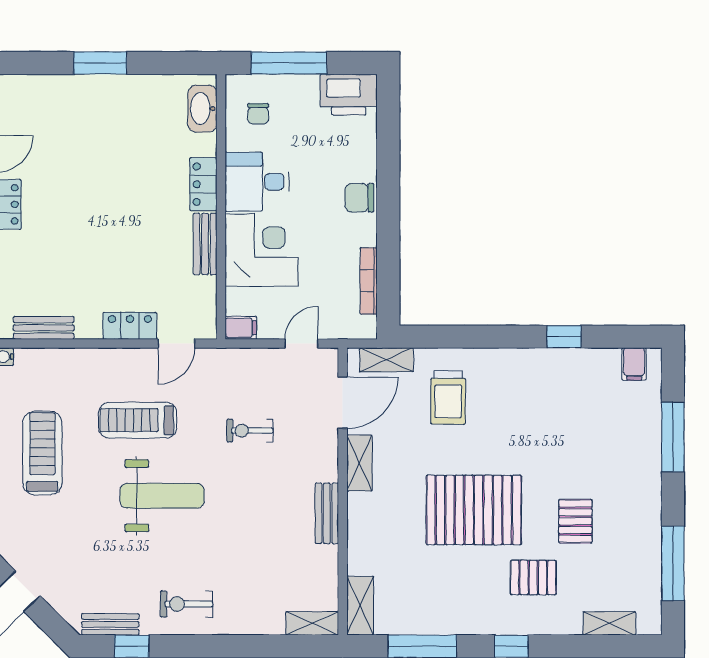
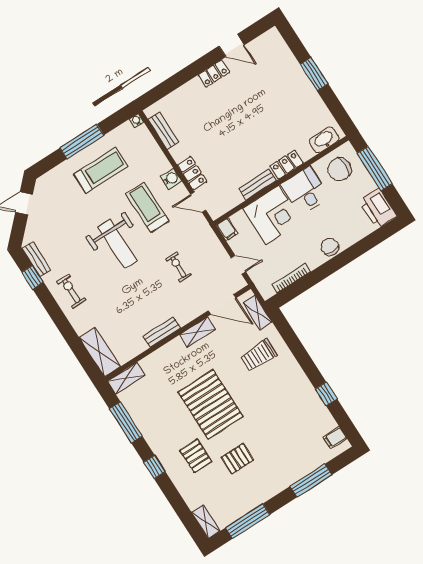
chair: (258, 114) -> (339, 169), width x1.87, depth x1.87
water cooler: (118, 361) -> (171, 179), added
shelving: (312, 623) -> (100, 352), width x1.50, depth x1.33
shelving: (609, 623) -> (206, 522), moved

